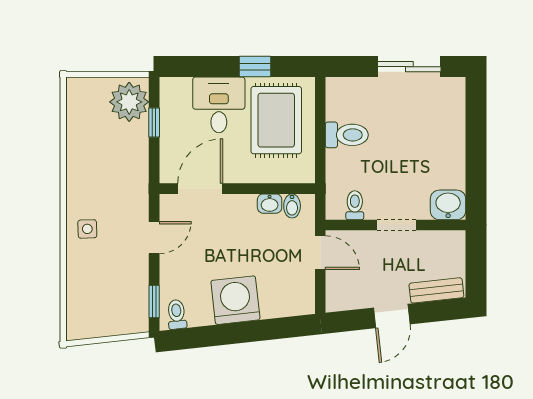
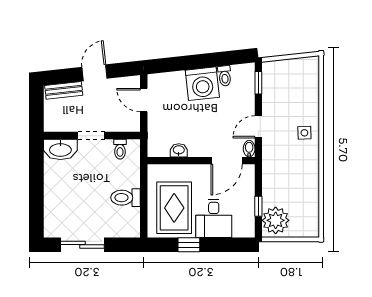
washbasin: (448, 205) -> (60, 149), width x1.38
bidet: (292, 206) -> (249, 149), moved
door: (320, 253) -> (144, 100), moved
toilet: (177, 314) -> (225, 76), moved

